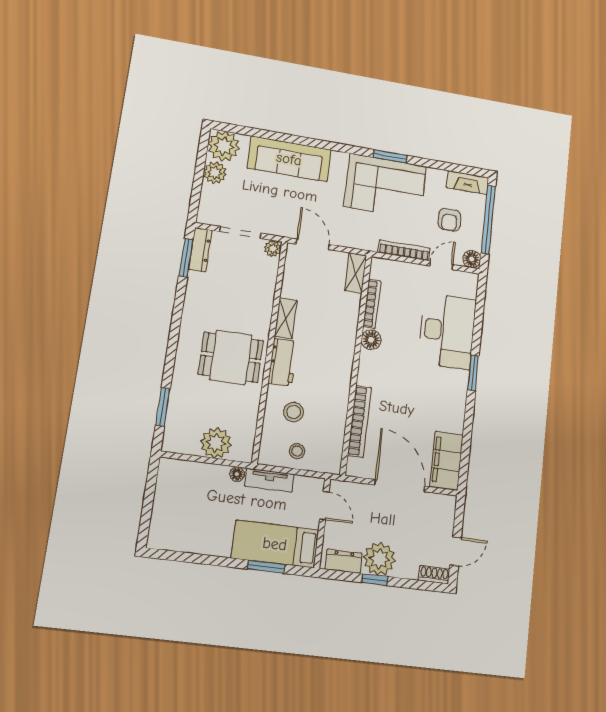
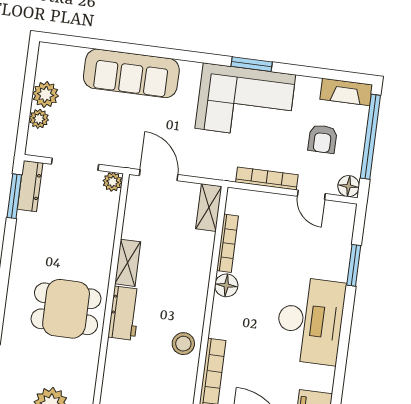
plant: (224, 146) -> (39, 119), moved, width x0.53, depth x0.53
door: (441, 265) -> (311, 195), swing flipped
desk: (447, 331) -> (310, 321), moved
window: (473, 373) -> (354, 265), moved
stool: (294, 412) -> (183, 344), moved

